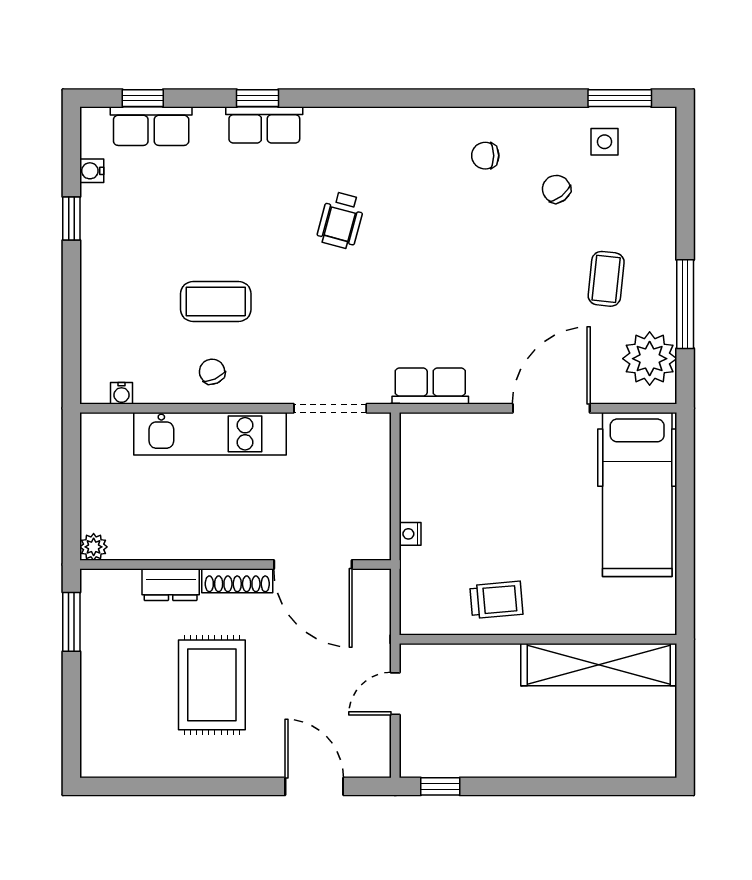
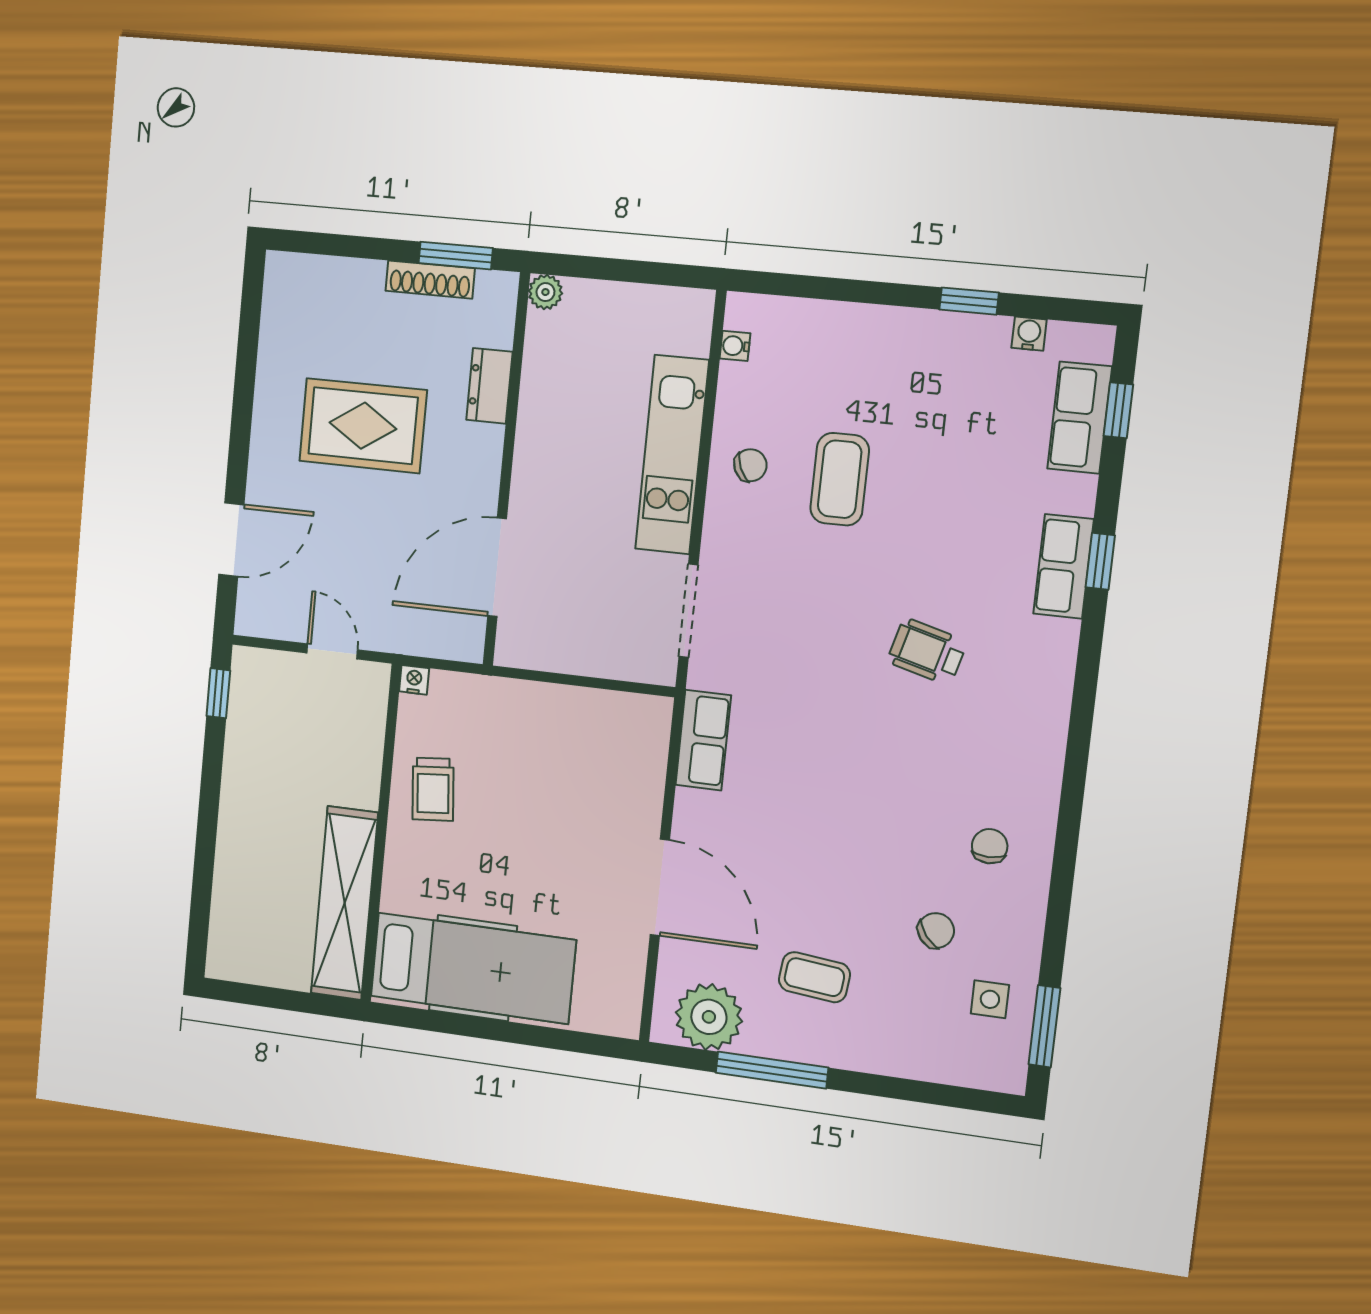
hospital bed: (637, 495) -> (473, 968), moved, turned 180
nightstand: (410, 534) -> (414, 680), moved
shoe rack: (237, 581) -> (430, 280), moved, turned -90

